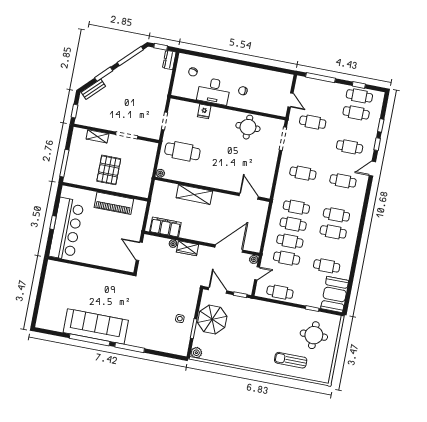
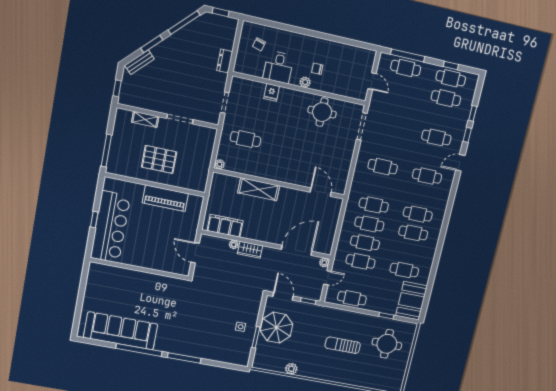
dresser: (169, 60) -> (225, 61), moved
desk: (214, 91) -> (278, 67), width x0.73
plant: (233, 102) -> (305, 82), added
cafe table: (313, 122) -> (406, 68), moved
cafe table: (182, 151) -> (246, 139), width x0.73, depth x0.74
pallet: (109, 170) -> (159, 159), turned 90
sofa: (96, 326) -> (121, 331), moved
plant: (196, 353) -> (291, 369), moved
sun lounger: (291, 360) -> (343, 345), moved

